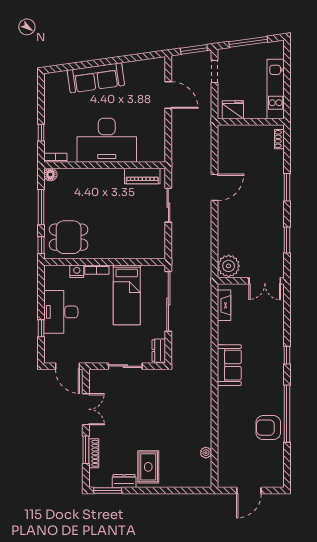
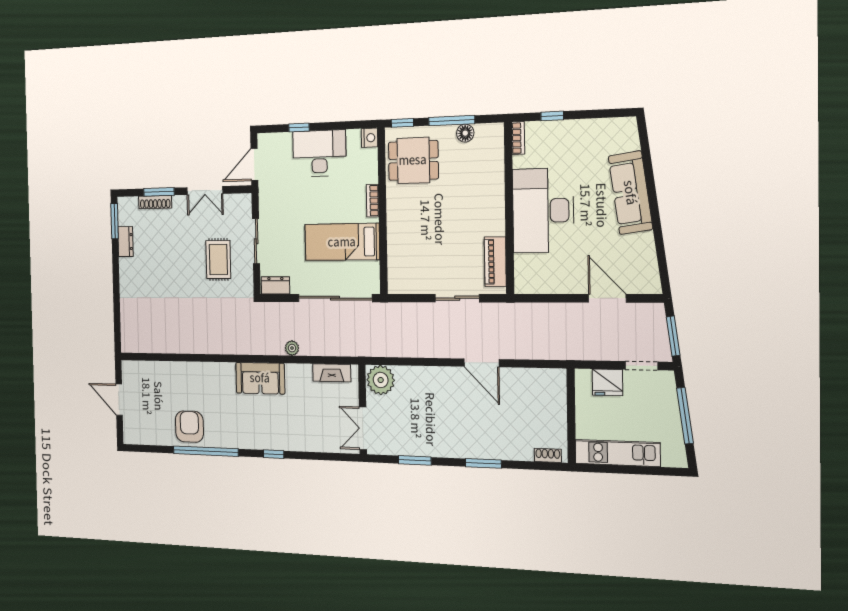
door: (168, 95) -> (607, 298), swing flipped
fridge: (233, 110) -> (607, 382), moved, turned 90
floor lamp: (50, 175) -> (465, 133), moved
dining table: (69, 237) -> (413, 160), turned 90
nightstand: (77, 271) -> (370, 138), moved
plant: (206, 453) -> (292, 348), moved
rug: (148, 467) -> (218, 259), moved, turned 90

